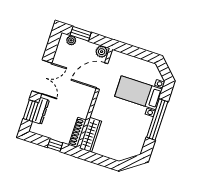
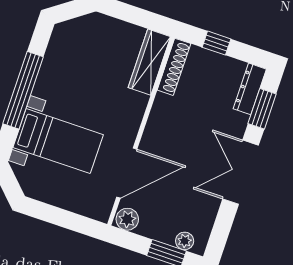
dresser: (41, 111) -> (250, 89), moved

